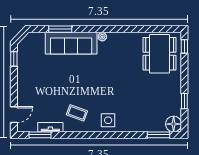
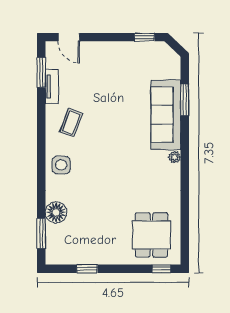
dining table: (160, 54) -> (151, 235), width x0.73
floor lamp: (174, 124) -> (56, 212), moved

